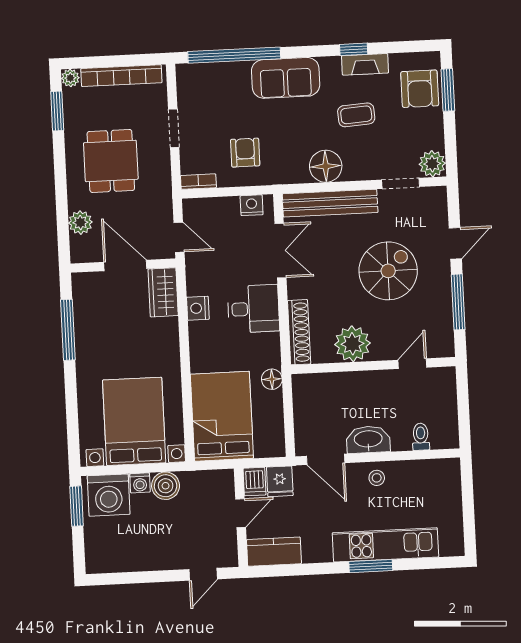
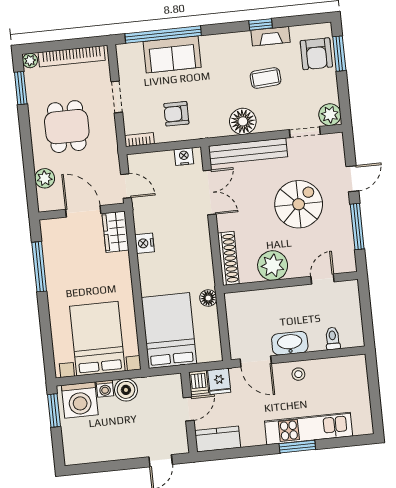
sofa: (286, 78) -> (172, 54), moved
armchair: (245, 153) -> (176, 114), turned -90
desk: (253, 309) -> (190, 241), removed

